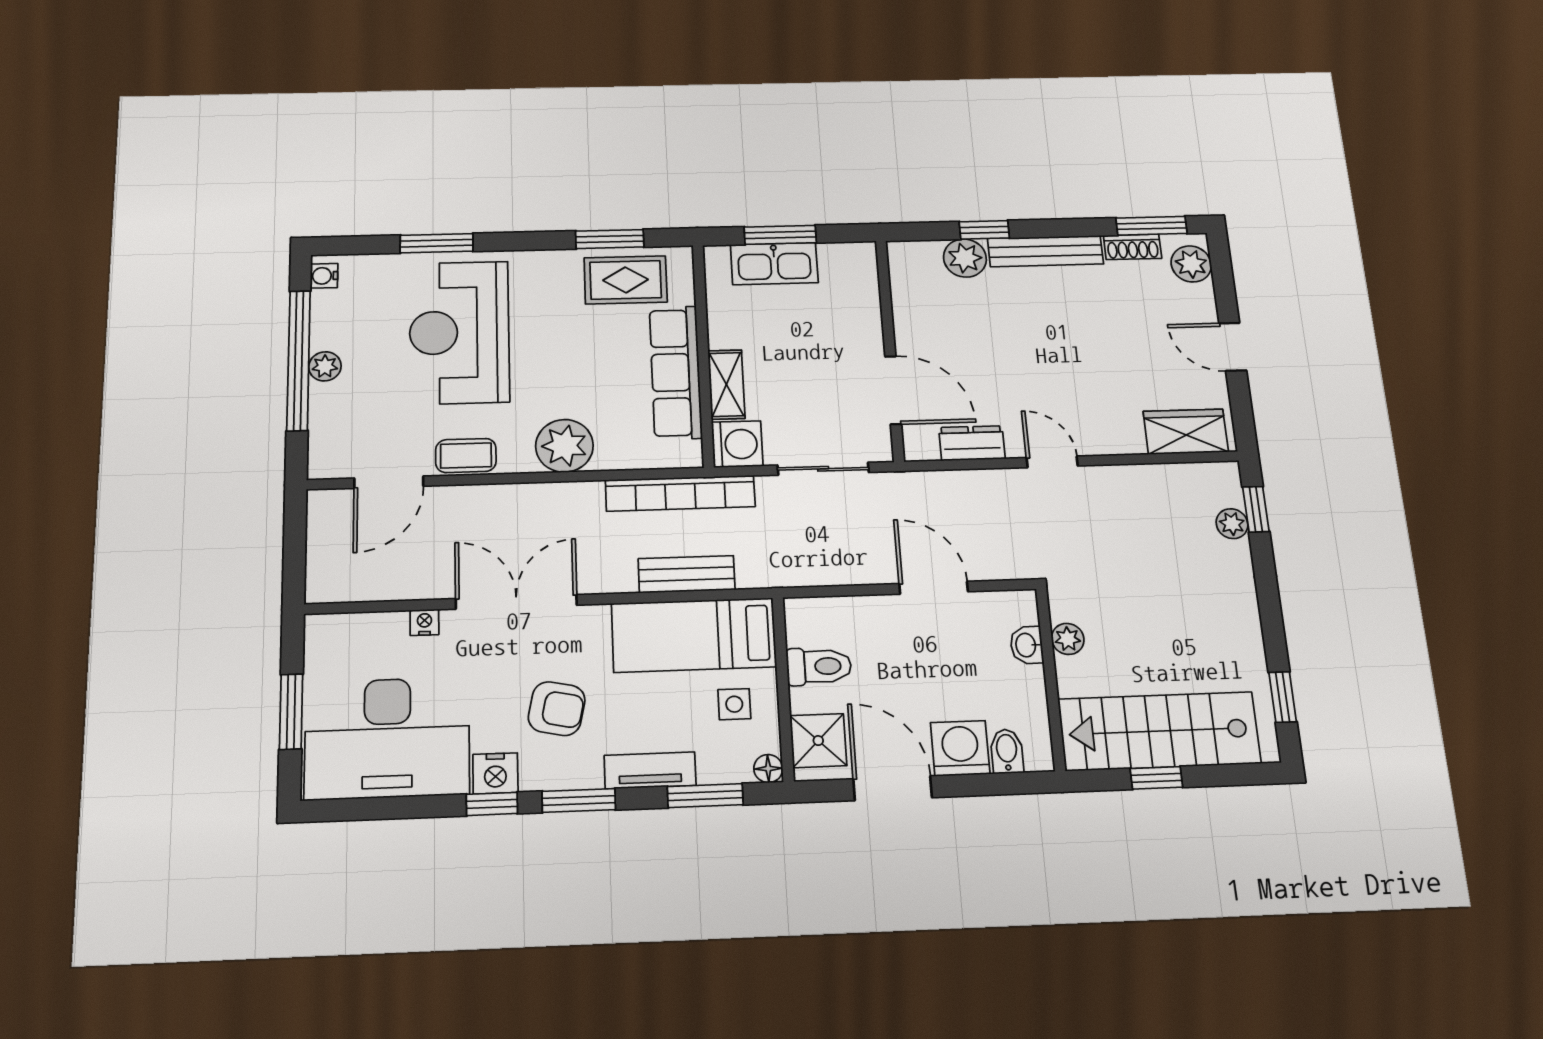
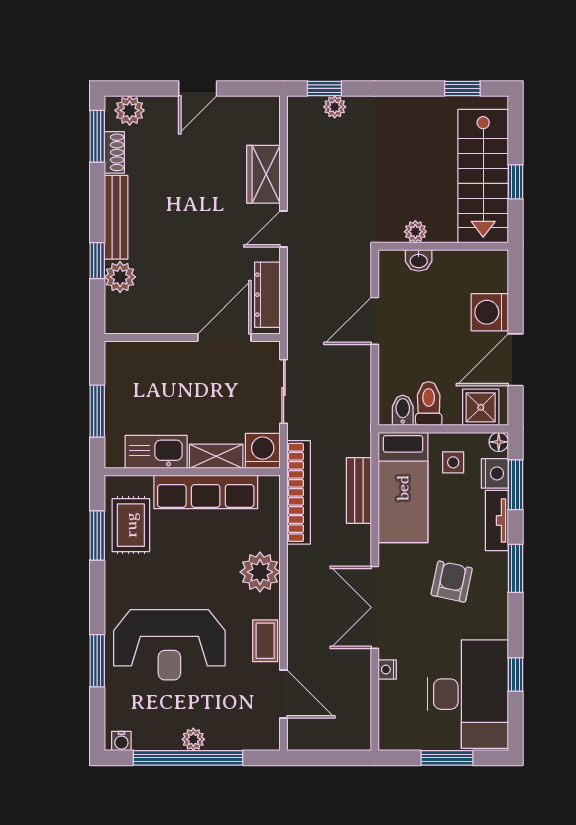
kitchen sink: (774, 264) -> (156, 452), moved, turned -90
wardrobe: (1186, 432) -> (263, 174), moved
dresser: (972, 443) -> (267, 295), width x1.44
bidet: (1007, 751) -> (403, 410), moved, turned 90
nightstand: (495, 773) -> (495, 473), moved
window: (492, 804) -> (515, 674), moved

